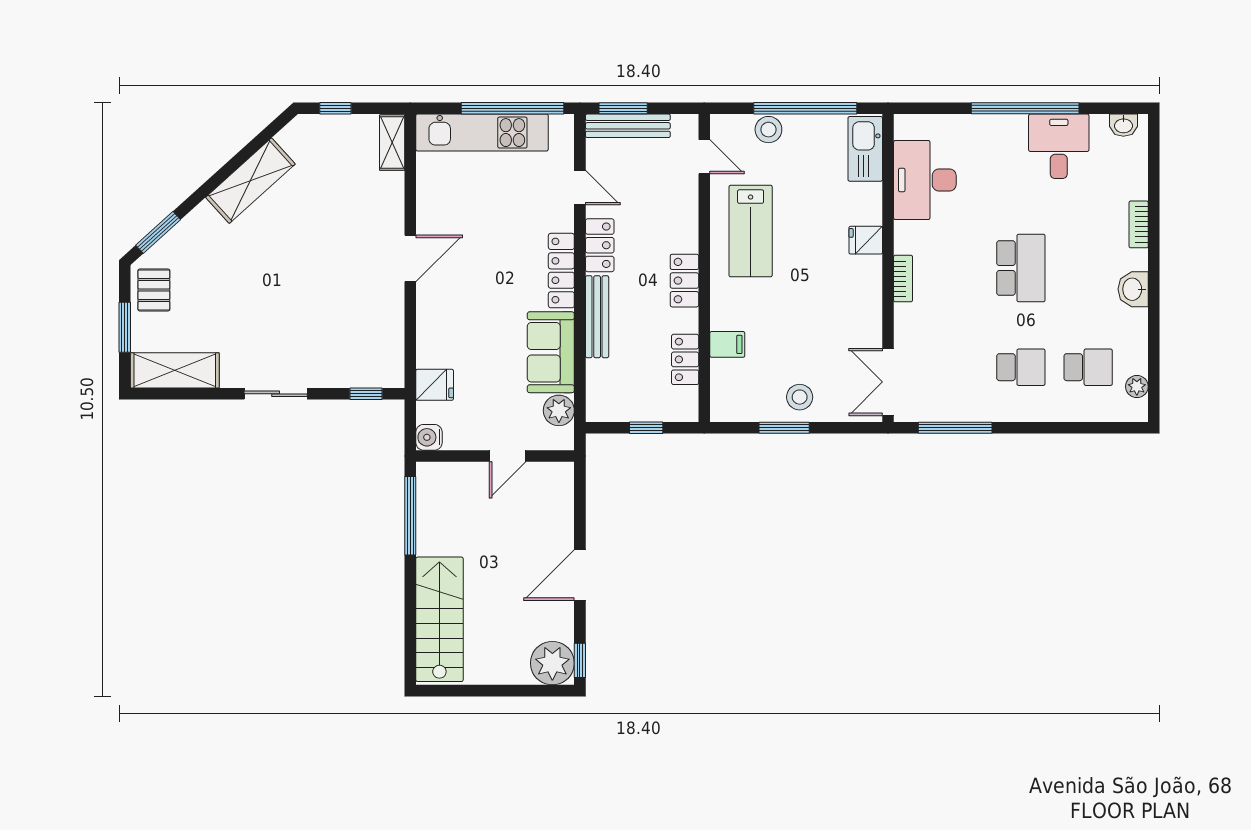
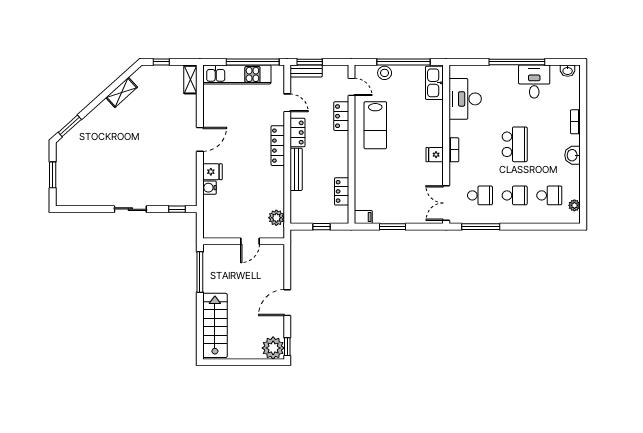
bench: (628, 126) -> (306, 71), width x0.73
shelving: (250, 181) -> (122, 92), width x0.67, depth x0.75
fridge: (866, 240) -> (435, 155), moved
locker: (684, 281) -> (341, 116), moved
pallet: (154, 290) -> (68, 156), removed
filing cabinet: (727, 344) -> (363, 217), moved
sofa: (551, 352) -> (272, 188), removed
school desk: (954, 367) -> (480, 195), added
shelving: (175, 370) -> (78, 197), removed
fridge: (435, 385) -> (212, 172), moved
stool: (800, 397) -> (401, 211), removed
water cooler: (429, 437) -> (209, 188), moved

